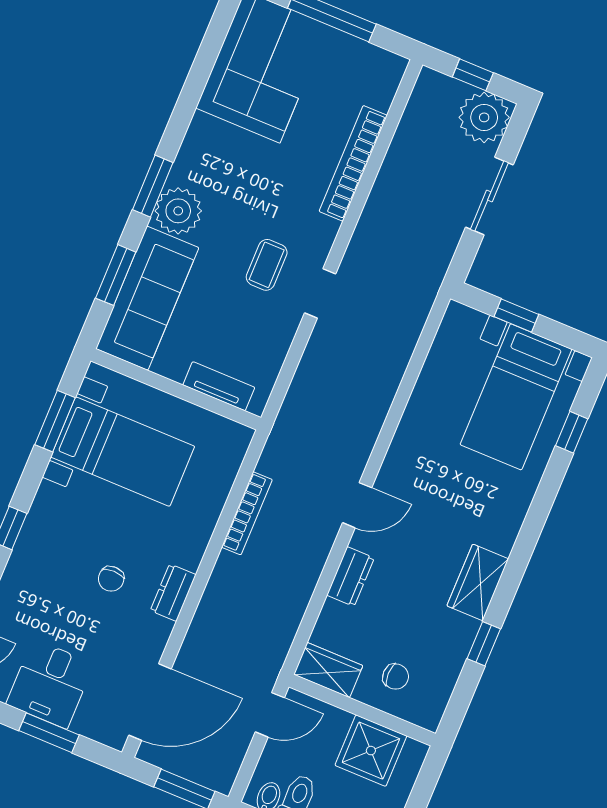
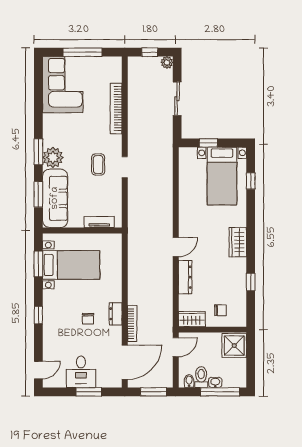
plant: (484, 117) -> (167, 62), width x0.53, depth x0.53
bookcase: (247, 513) -> (132, 324), moved
dresser: (351, 577) -> (185, 277), width x1.44
wardrobe: (478, 582) -> (238, 242), moved
shower: (371, 751) -> (234, 346), moved

